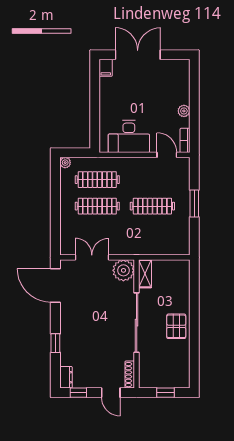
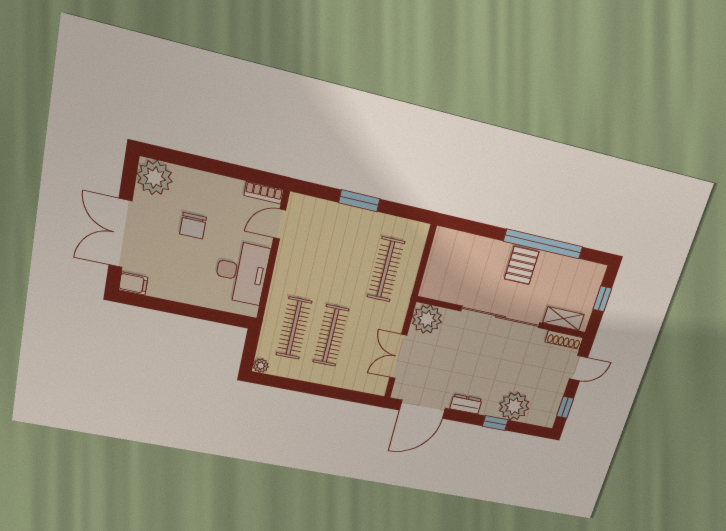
chair: (153, 100) -> (193, 226), added
plant: (184, 111) -> (155, 178), moved, width x1.88, depth x1.88
clothes rail: (152, 206) -> (386, 269), moved
shelving: (145, 274) -> (563, 319), moved
pallet: (176, 326) -> (522, 265), turned 90
window: (194, 337) -> (543, 244), added
plant: (71, 353) -> (514, 406), added
dresser: (66, 377) -> (466, 404), moved

